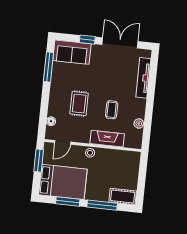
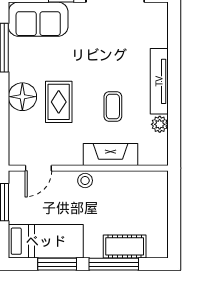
tv unit: (143, 78) -> (159, 81), moved
floor lamp: (51, 121) -> (22, 97), moved, width x1.89, depth x1.89
bed: (63, 182) -> (46, 241), width x0.67
cot: (123, 197) -> (125, 246), moved

